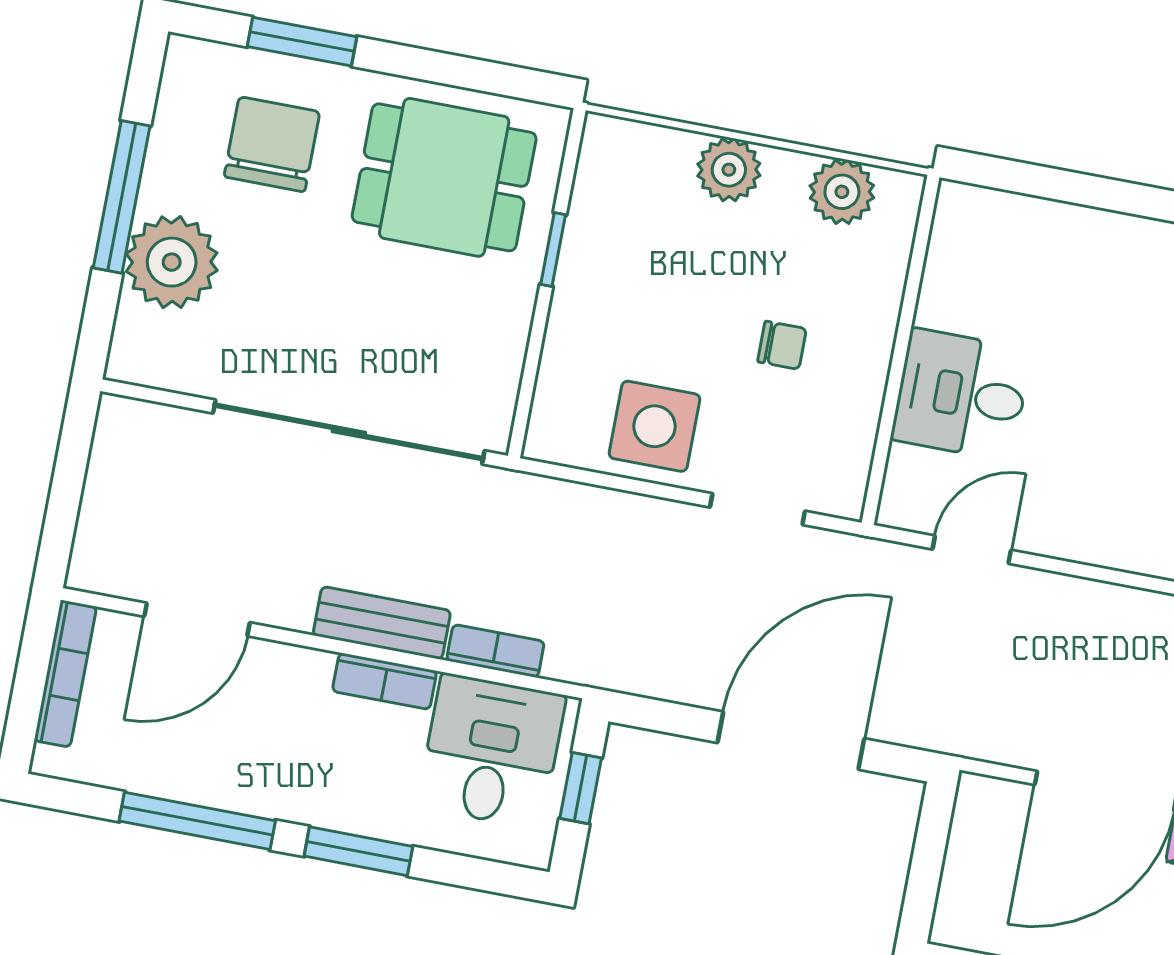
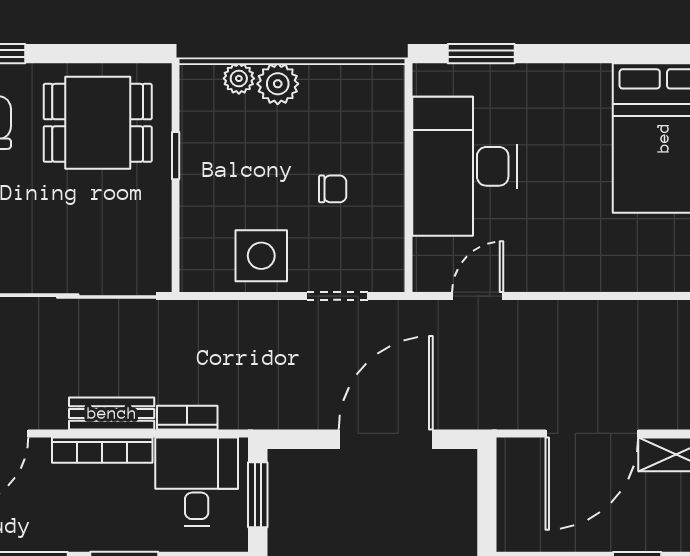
window: (1047, 182) -> (481, 54), added
plant: (842, 192) -> (239, 78), moved, width x0.73, depth x0.73
desk: (961, 395) -> (465, 166), width x1.87, depth x1.30
bookcase: (385, 681) -> (102, 450), width x1.56
window: (581, 788) -> (258, 495), width x1.50

